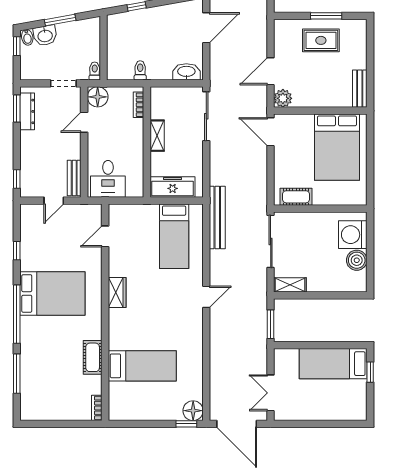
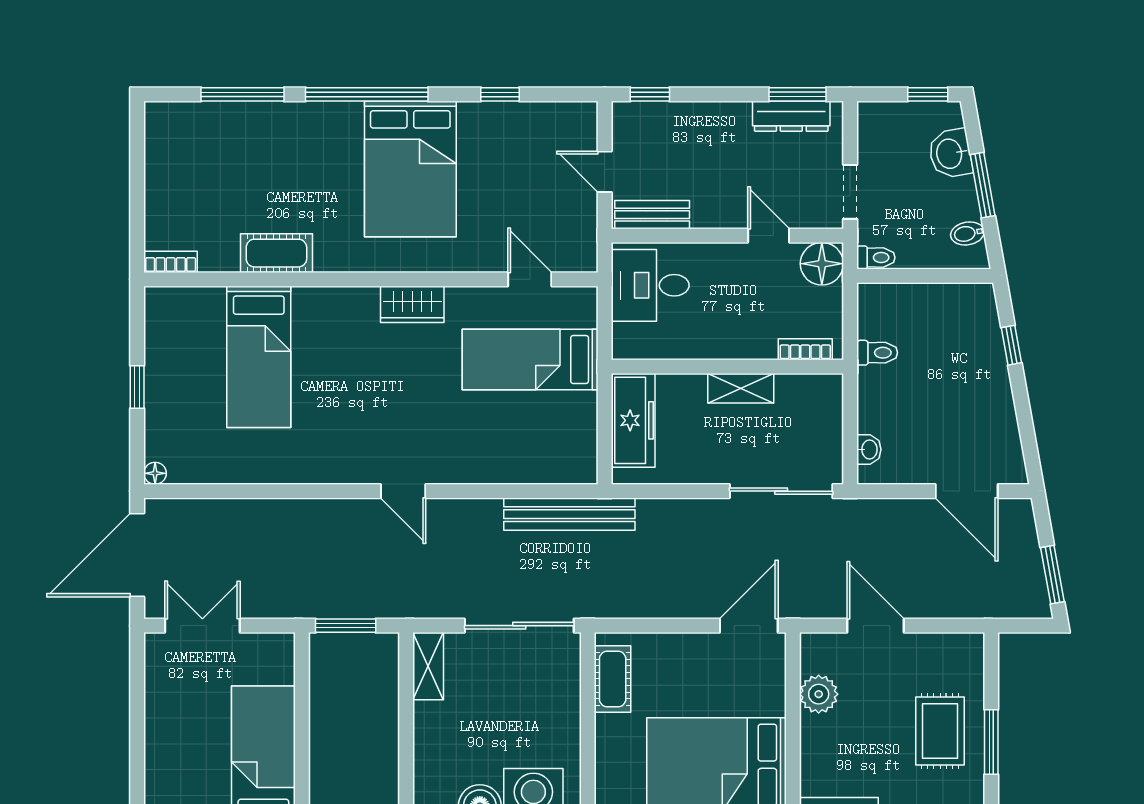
bidet: (27, 37) -> (967, 233), moved
washbasin: (186, 72) -> (869, 449), width x0.52, depth x0.69
plant: (283, 98) -> (819, 694), moved
bed: (174, 236) -> (530, 359), moved
floor lamp: (193, 411) -> (155, 473), width x0.53, depth x0.53
window: (186, 424) -> (137, 387), moved

